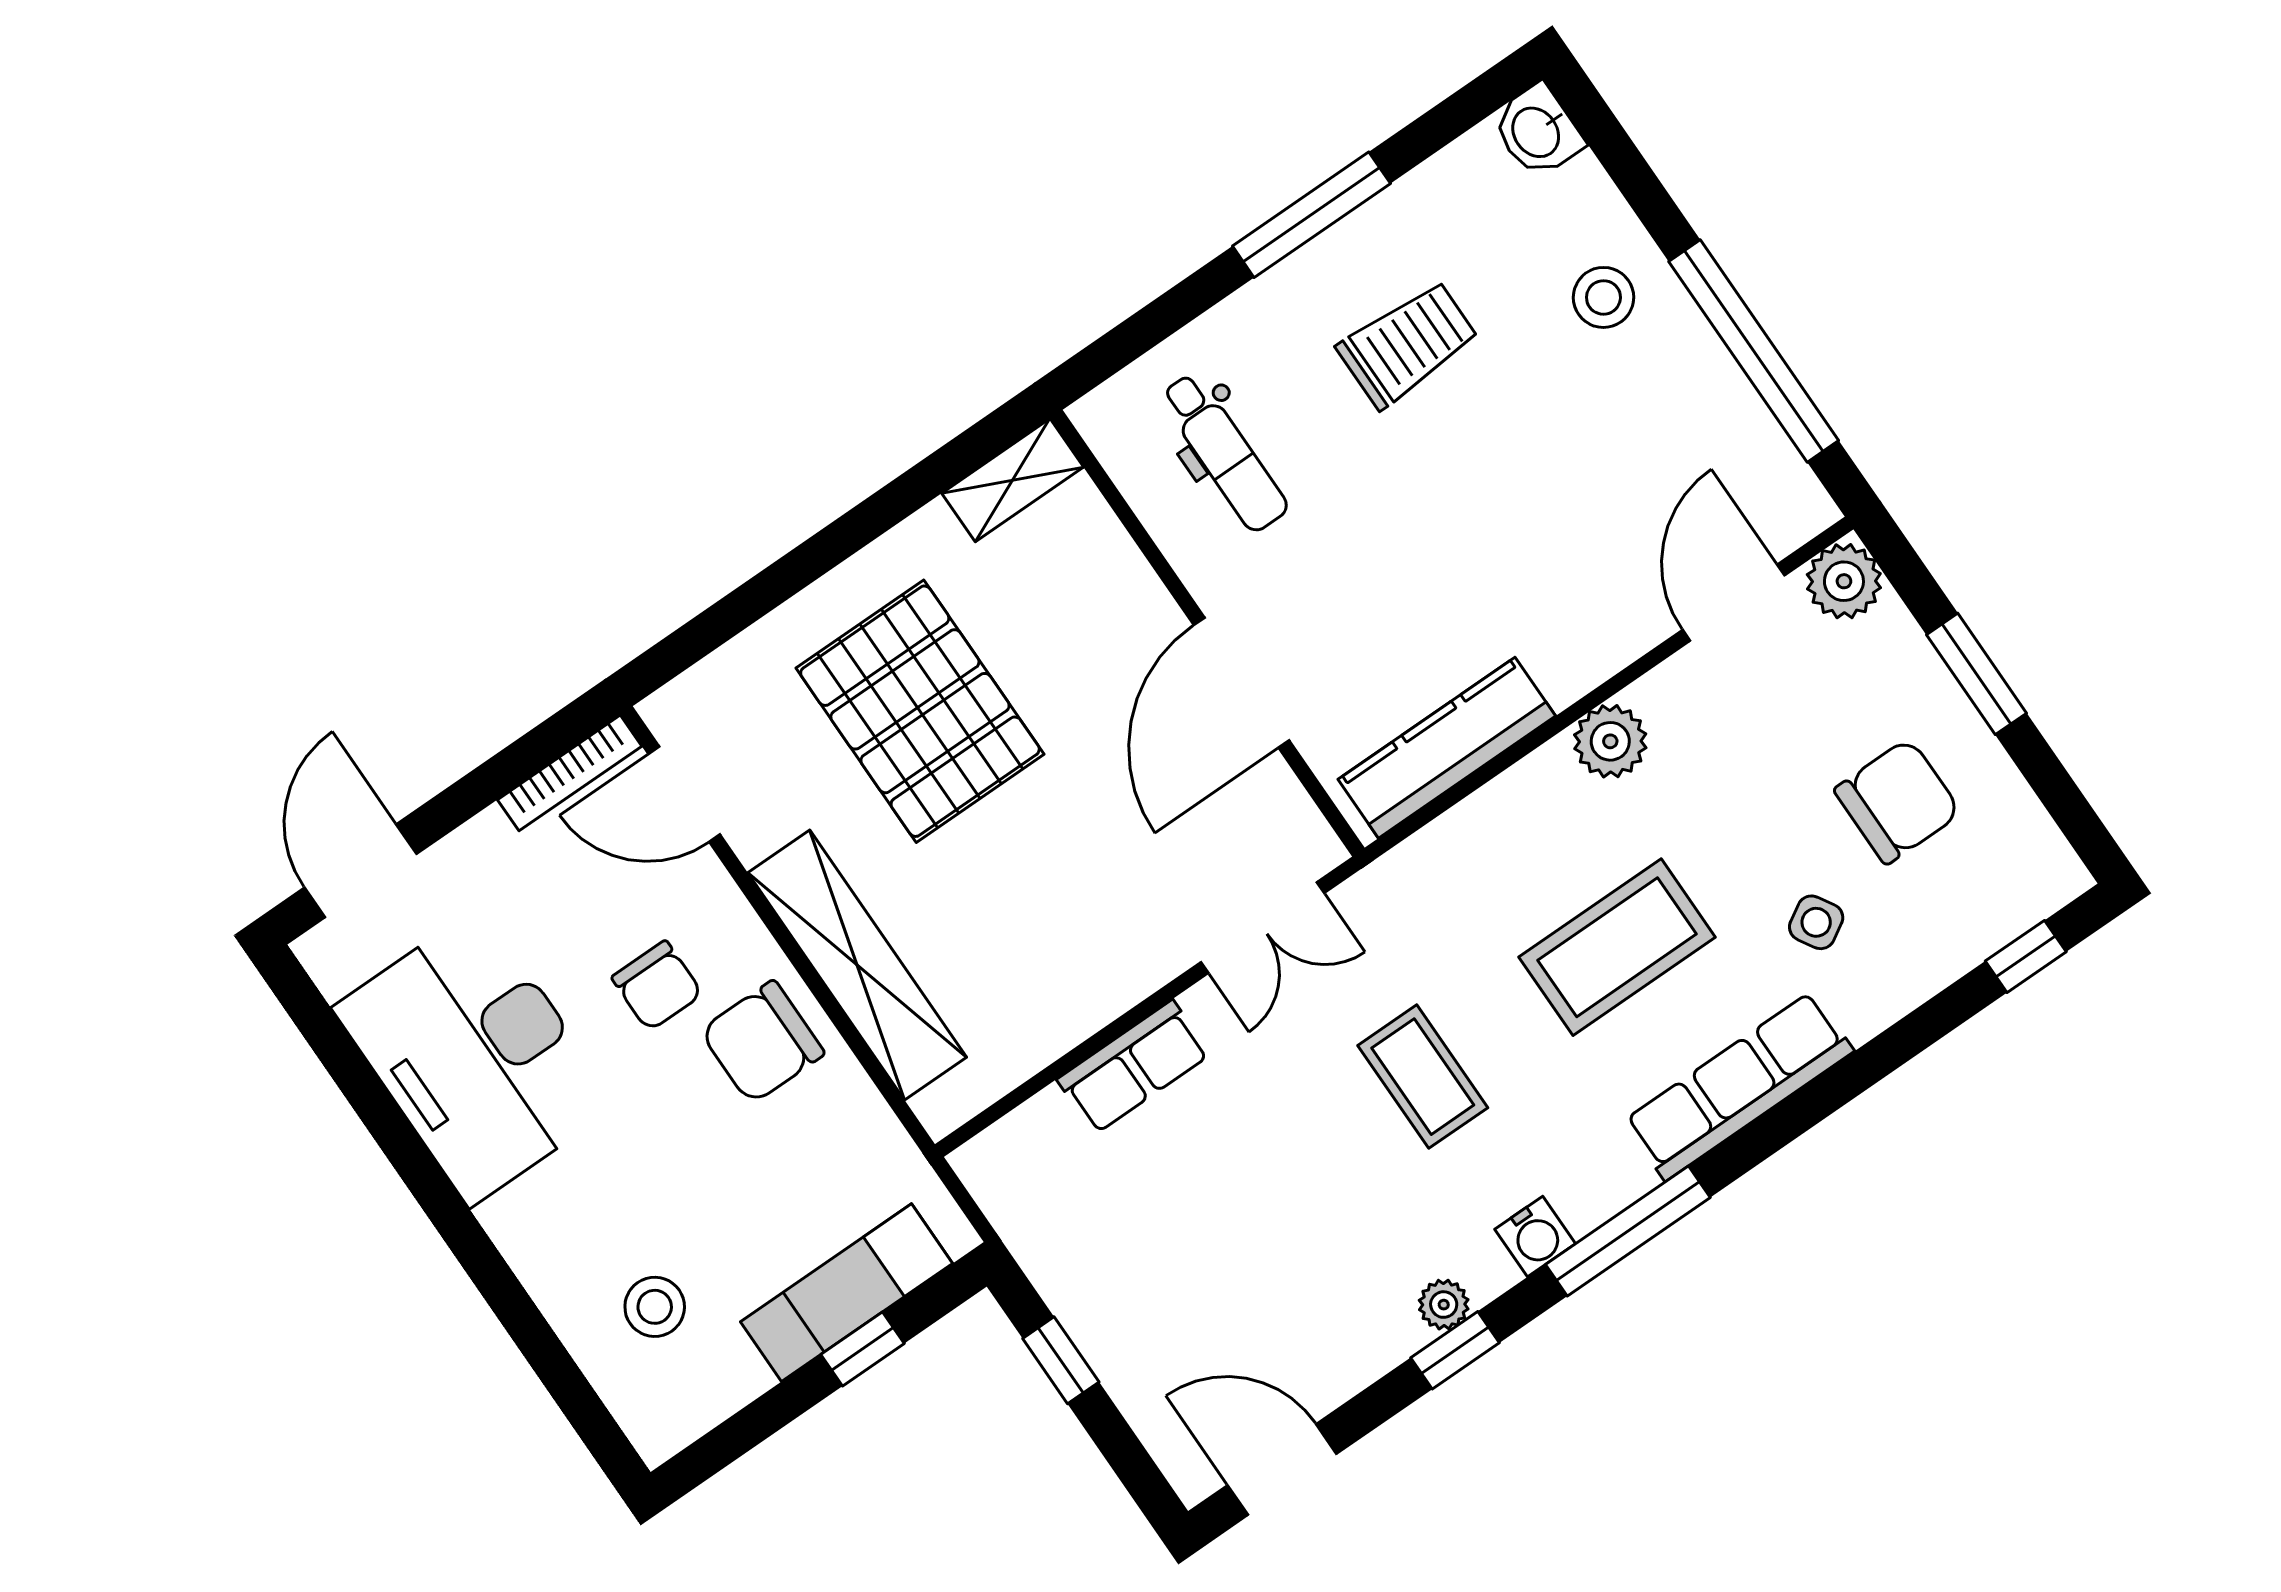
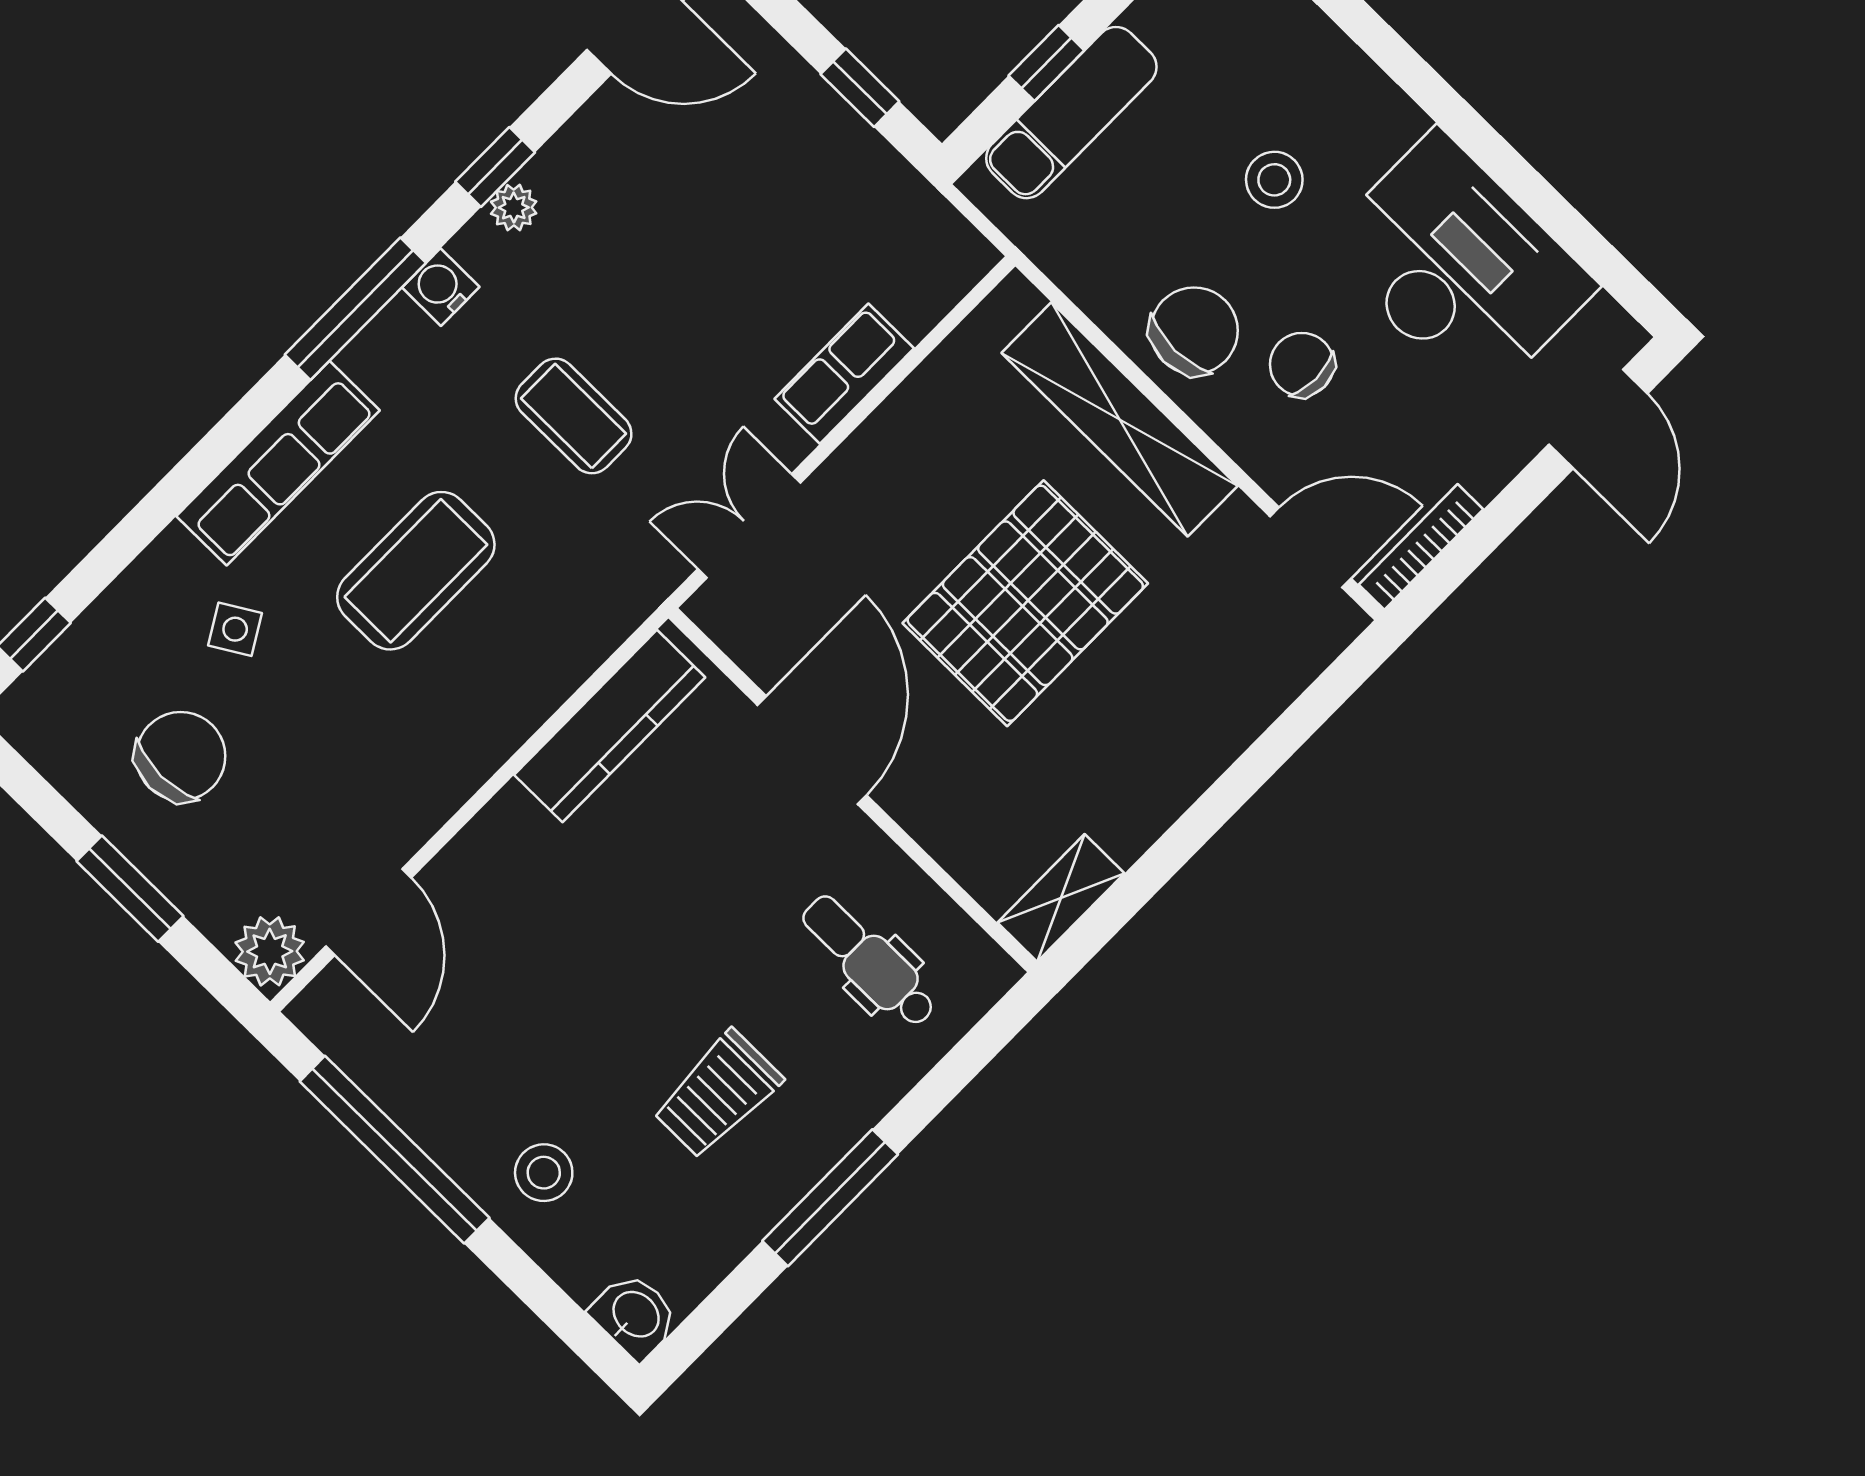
pallet: (920, 711) -> (1025, 603), moved, turned 90
plant: (1610, 741) -> (459, 761), removed
chair: (1898, 801) -> (181, 756), turned 180
stool: (655, 1307) -> (1274, 180), moved

